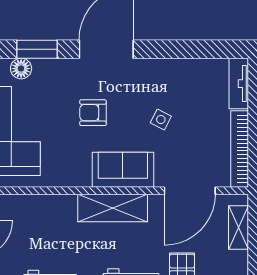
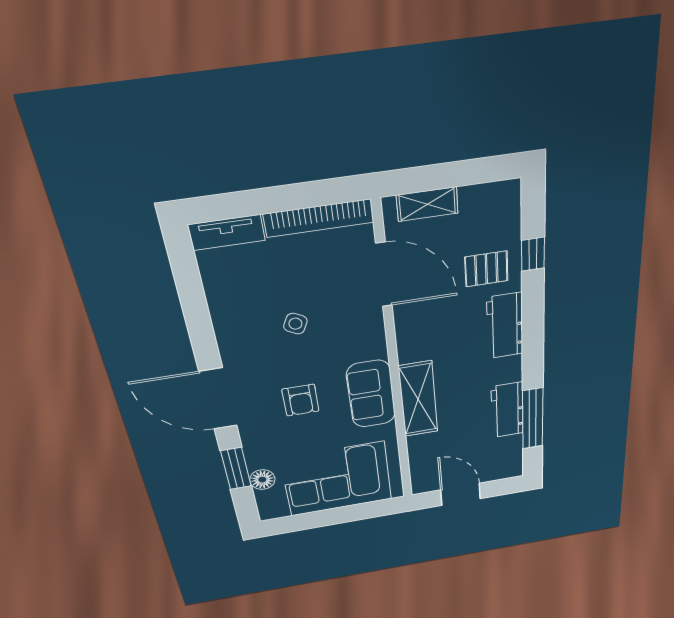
sofa: (123, 170) -> (371, 394), moved
shelving: (113, 208) -> (418, 399), moved

